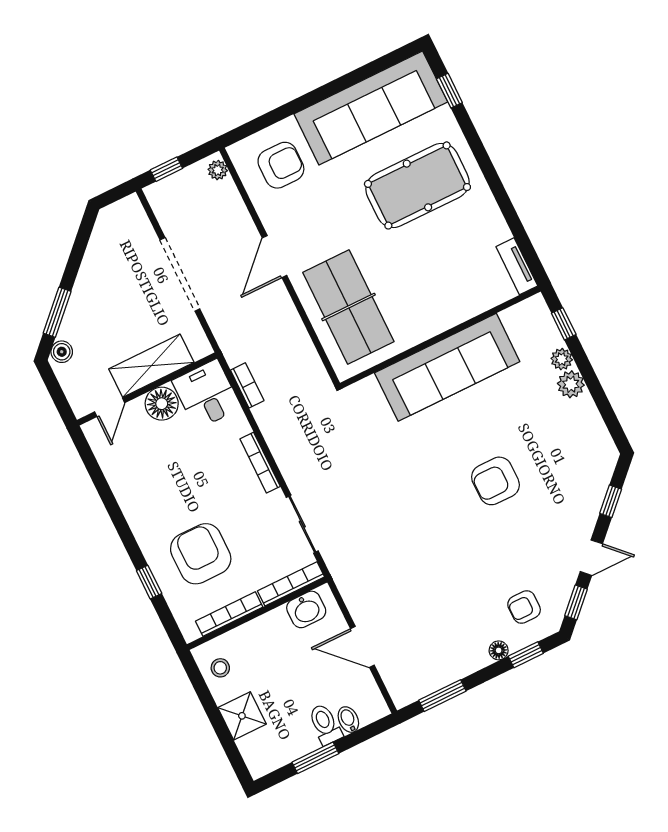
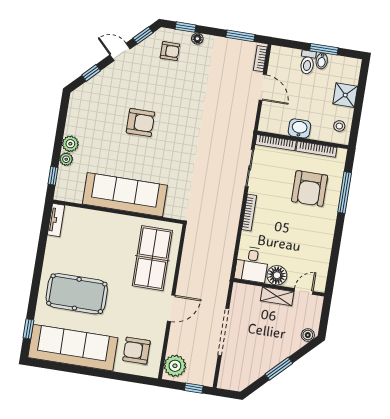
plant: (218, 170) -> (175, 366), width x1.87, depth x1.87
window: (57, 312) -> (279, 369), moved
shelving: (151, 366) -> (277, 296), width x0.67, depth x0.75
bookcase: (247, 385) -> (260, 59), moved
window: (149, 582) -> (345, 192), width x2.17
washbasin: (306, 609) -> (299, 128), moved
bidet: (348, 720) -> (322, 61), moved

